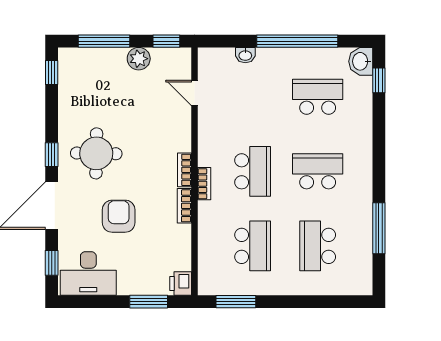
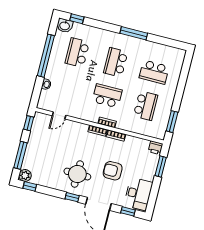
plant: (139, 59) -> (25, 175), moved
window: (379, 228) -> (134, 33), moved
school desk: (253, 246) -> (146, 106), turned 90

